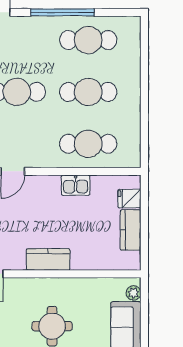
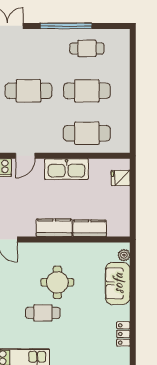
cafe table: (88, 40) -> (87, 48), width x0.73, depth x0.74
kitchen sink: (76, 185) -> (66, 169), width x1.88, depth x1.24
kitchen counter: (131, 230) -> (90, 228), moved, turned 90

